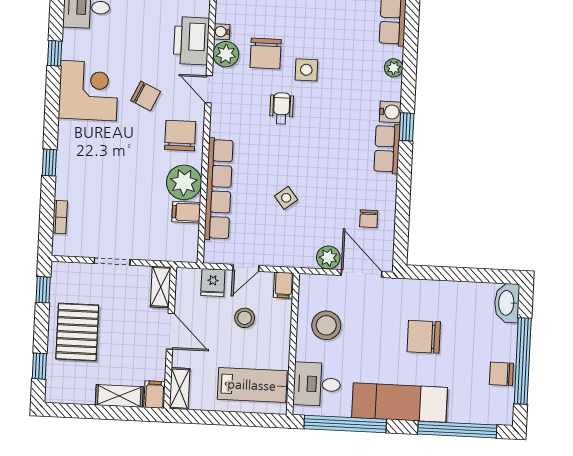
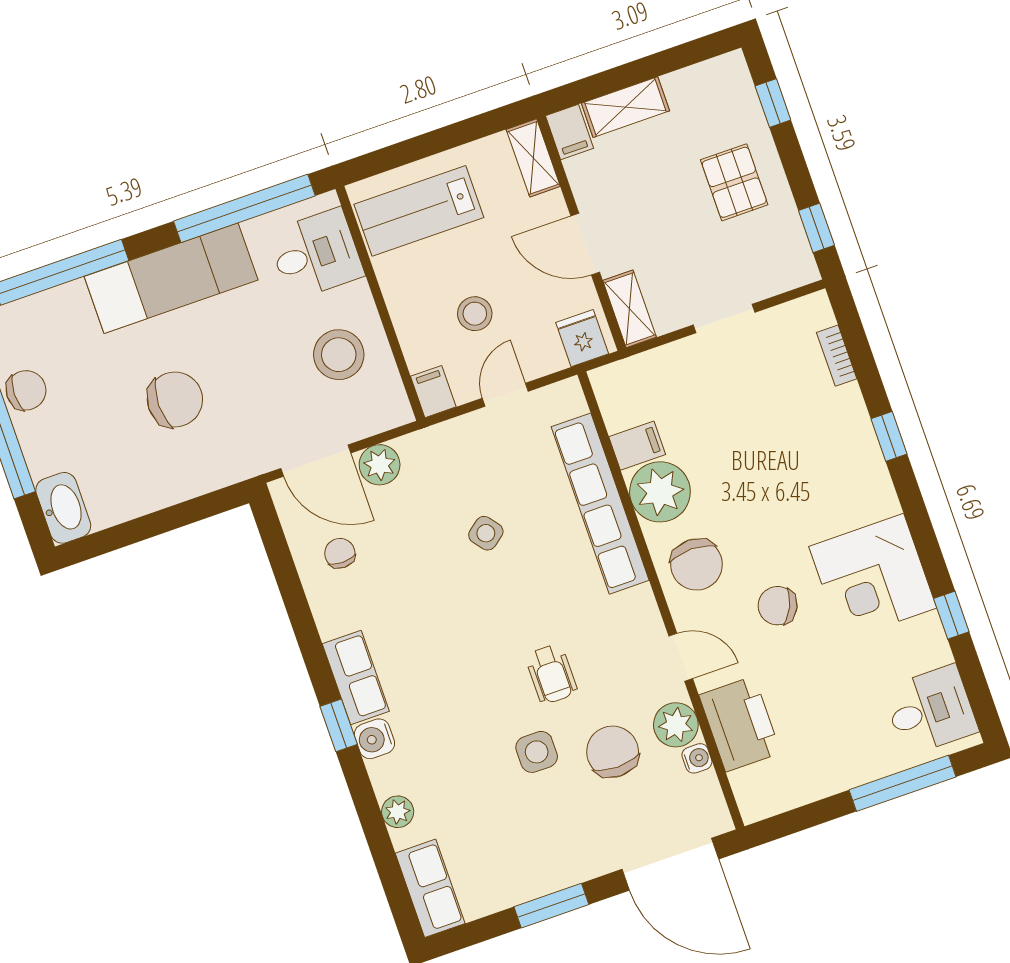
fridge: (213, 283) -> (582, 338), moved
pallet: (77, 332) -> (734, 182), width x0.67, depth x0.71

